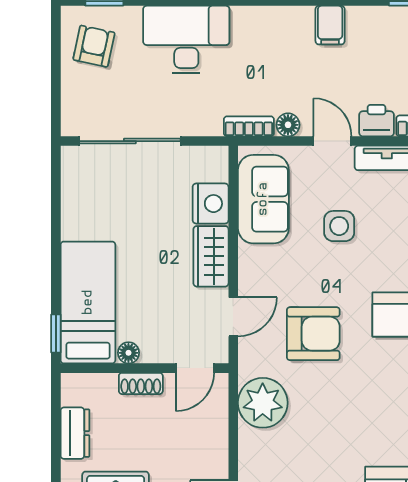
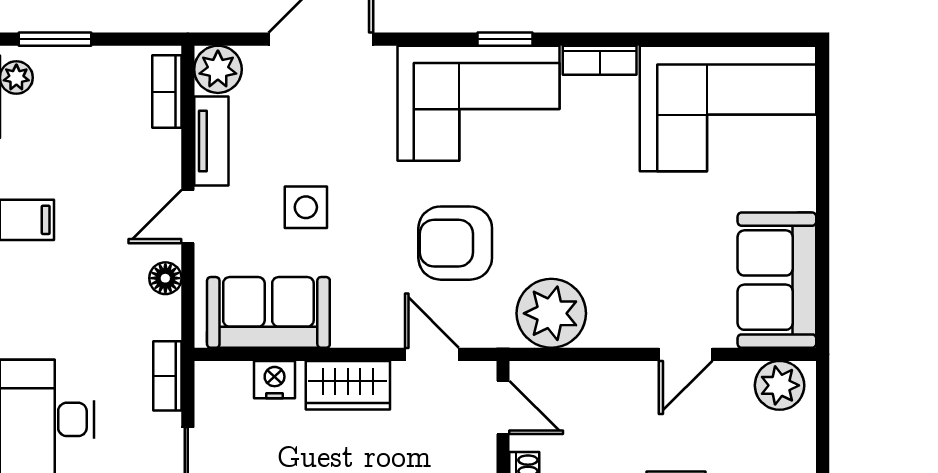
printer: (377, 121) -> (159, 155), removed
bookcase: (249, 126) -> (167, 376), moved
nightstand: (211, 204) -> (275, 380), width x0.74, depth x0.75
armchair: (313, 334) -> (455, 243), turned -90

